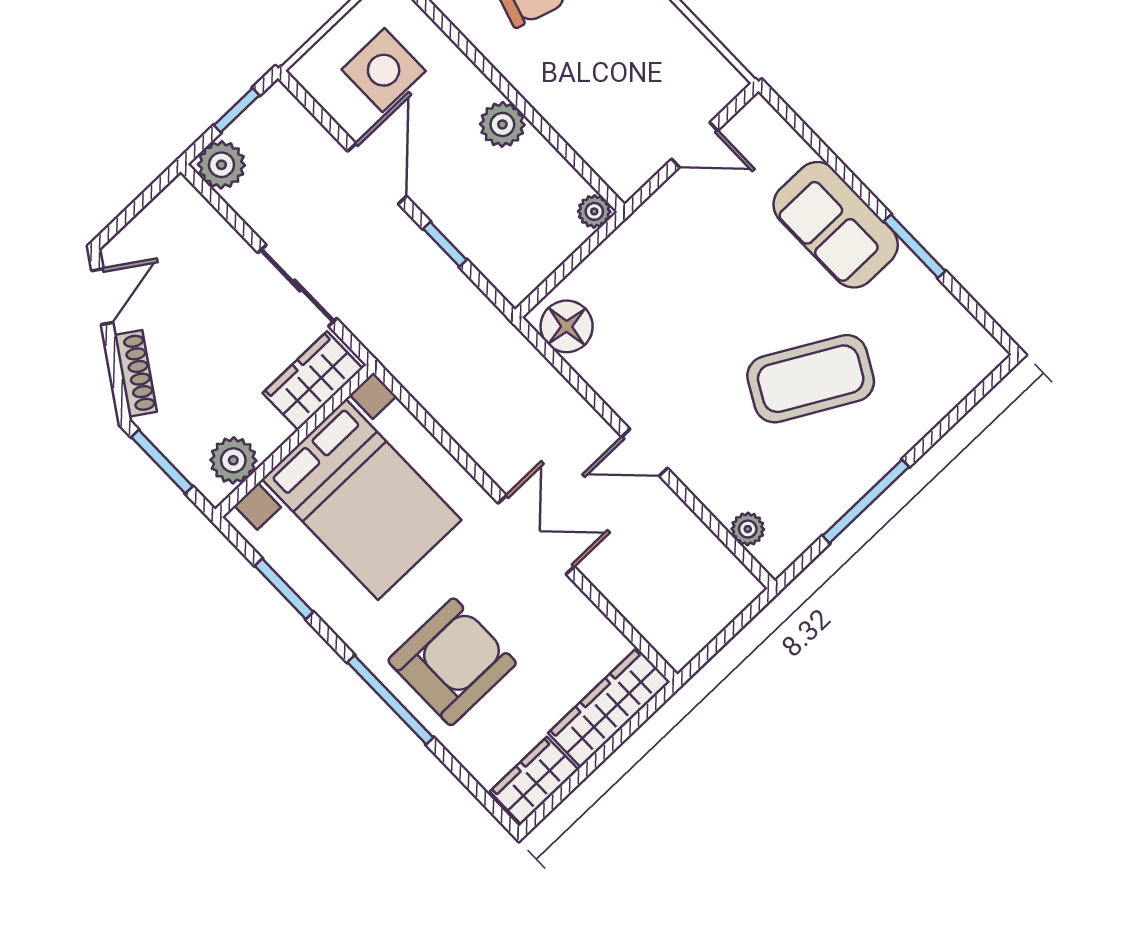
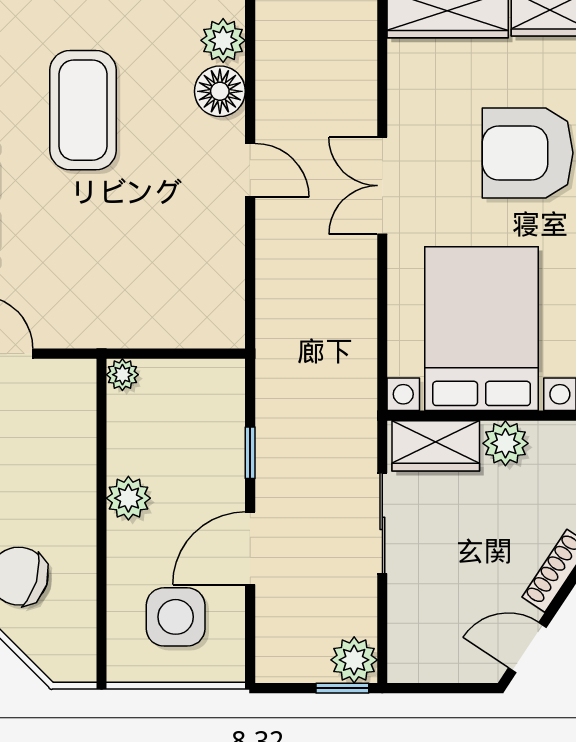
window: (237, 110) -> (342, 688), moved
floor lamp: (567, 326) -> (220, 91), moved
coffee table: (811, 379) -> (83, 110), turned 61
plant: (233, 460) -> (505, 443), moved
plant: (748, 529) -> (223, 40), width x1.38, depth x1.38

